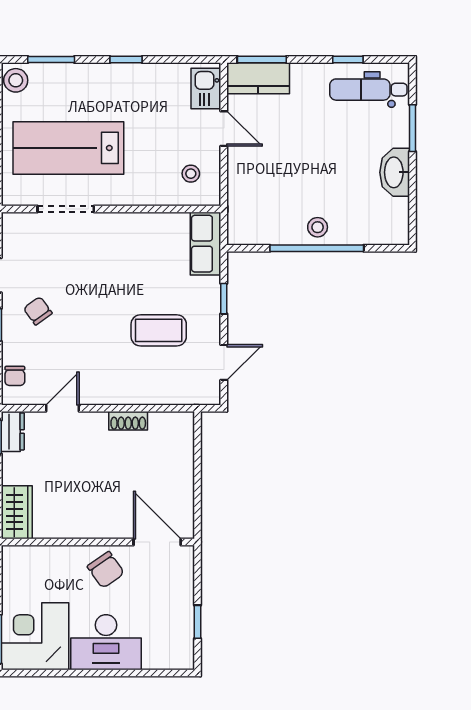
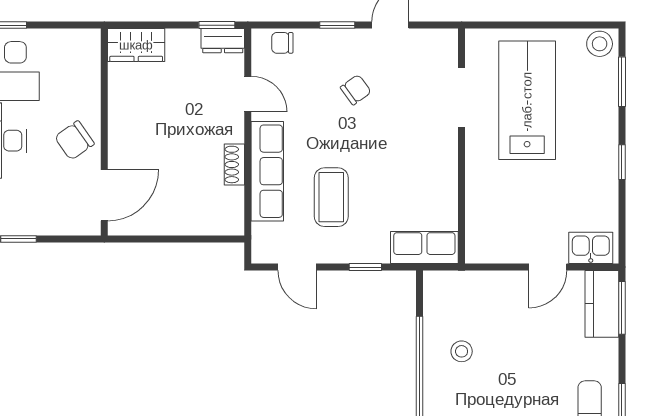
stool: (191, 174) -> (499, 232), removed
stool: (318, 227) -> (462, 351), moved
chair: (38, 311) -> (356, 90), moved
row of seats: (134, 390) -> (267, 171), added

